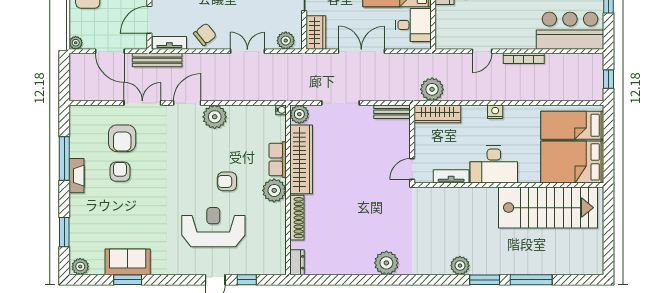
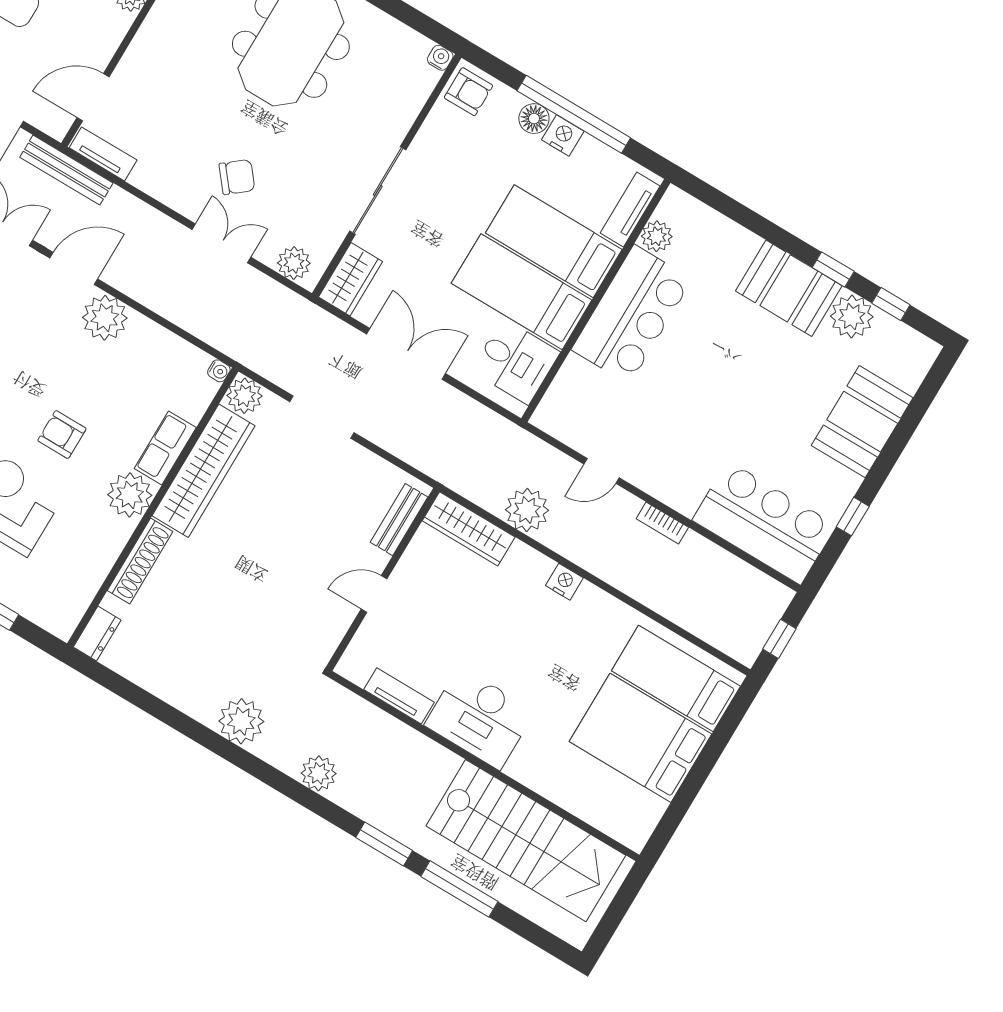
chair: (205, 34) -> (237, 177), moved
bookcase: (524, 58) -> (662, 523), width x0.64
plant: (432, 89) -> (527, 510), moved
bench: (392, 112) -> (399, 520), moved, turned 90
desk: (494, 165) -> (480, 718), moved
tv unit: (451, 176) -> (399, 696), moved
wall: (509, 185) -> (484, 766), moved
stairs: (548, 208) -> (526, 841), moved
plant: (460, 266) -> (319, 773), moved

